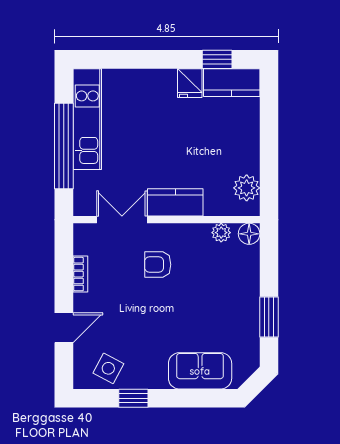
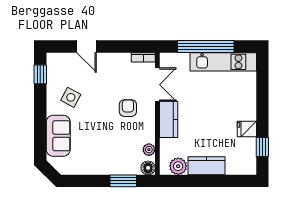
kitchen counter: (232, 83) -> (206, 166), moved, turned 90
bookcase: (80, 274) -> (143, 57), moved
window: (269, 317) -> (123, 181), moved
side table: (108, 368) -> (71, 97), moved
window: (133, 398) -> (40, 74), moved

